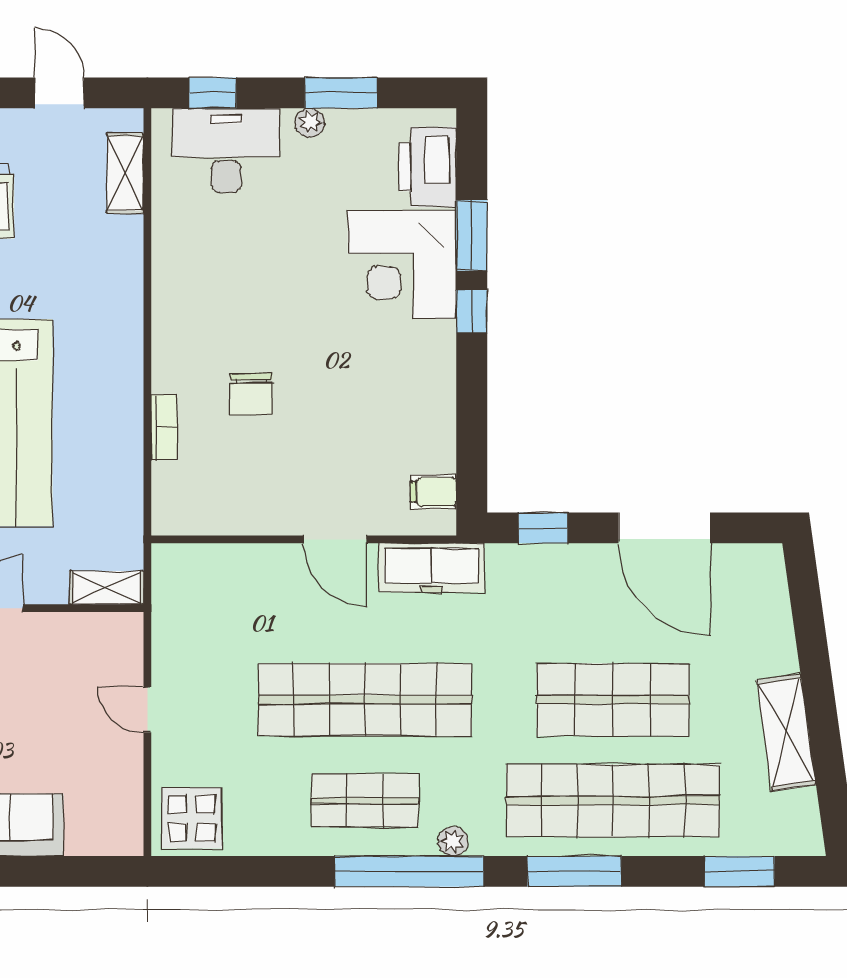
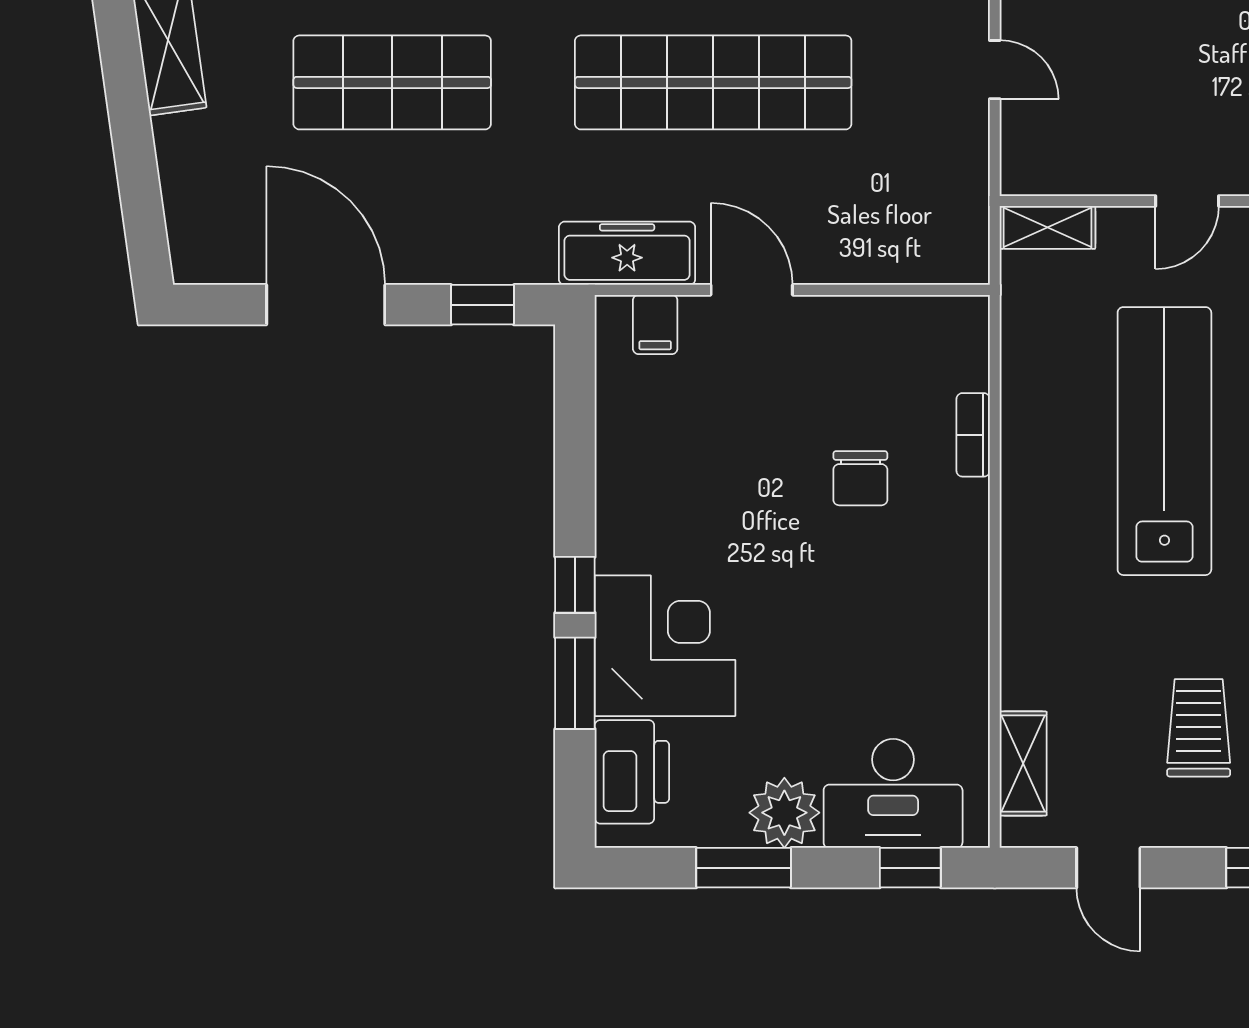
plant: (310, 123) -> (784, 813), width x1.88, depth x1.88
chair: (251, 394) -> (860, 478), turned 180
filing cabinet: (434, 492) -> (655, 324), moved, turned 90

